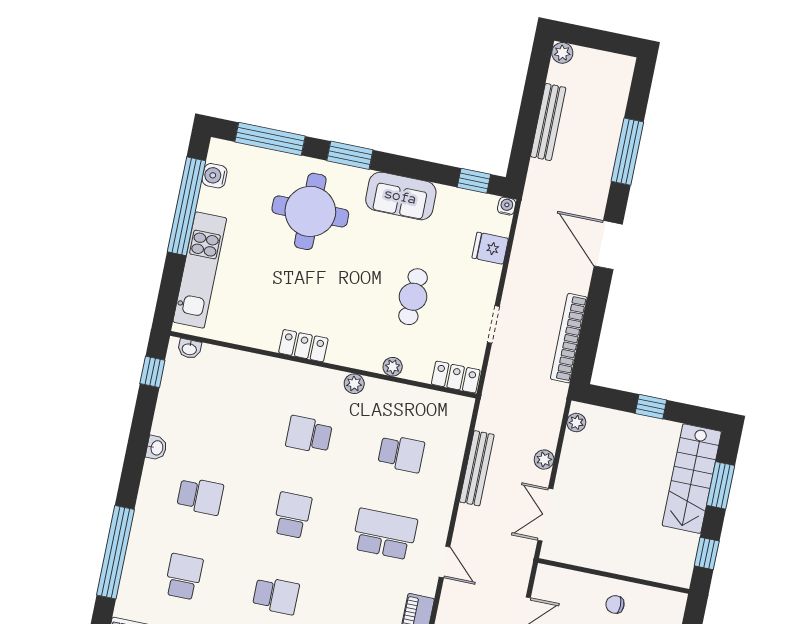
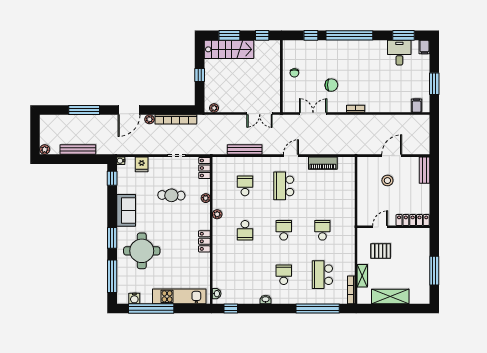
plant: (544, 460) -> (149, 119), moved
school desk: (292, 515) -> (284, 230), turned 90
school desk: (184, 577) -> (322, 275), width x1.85

